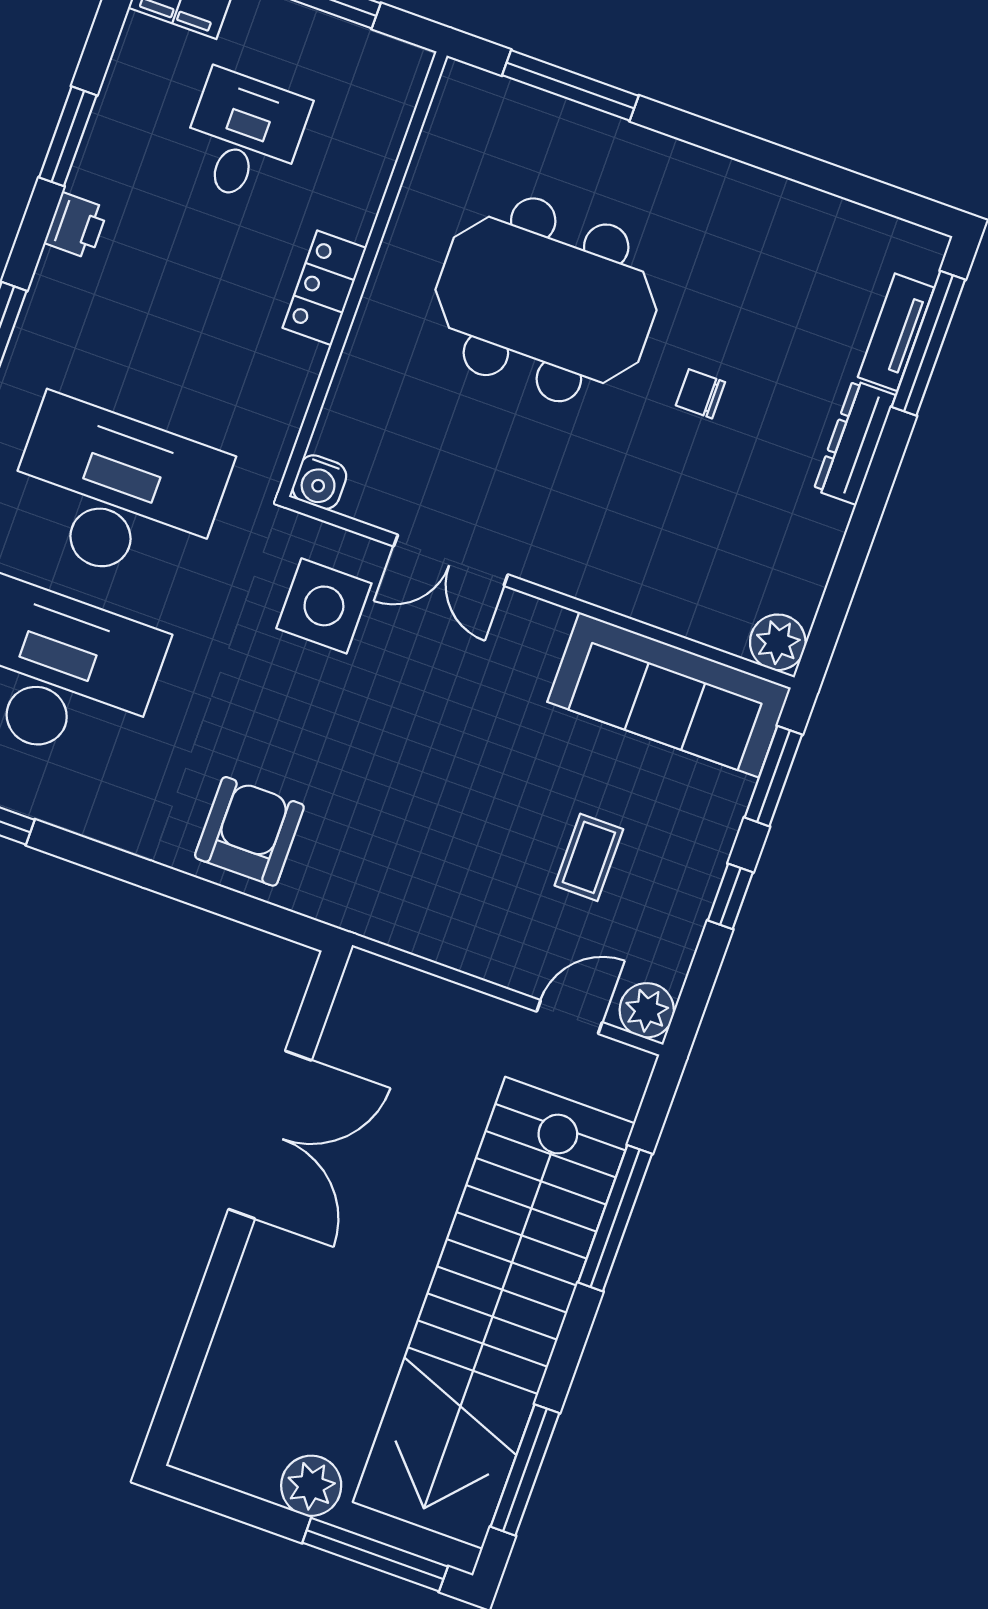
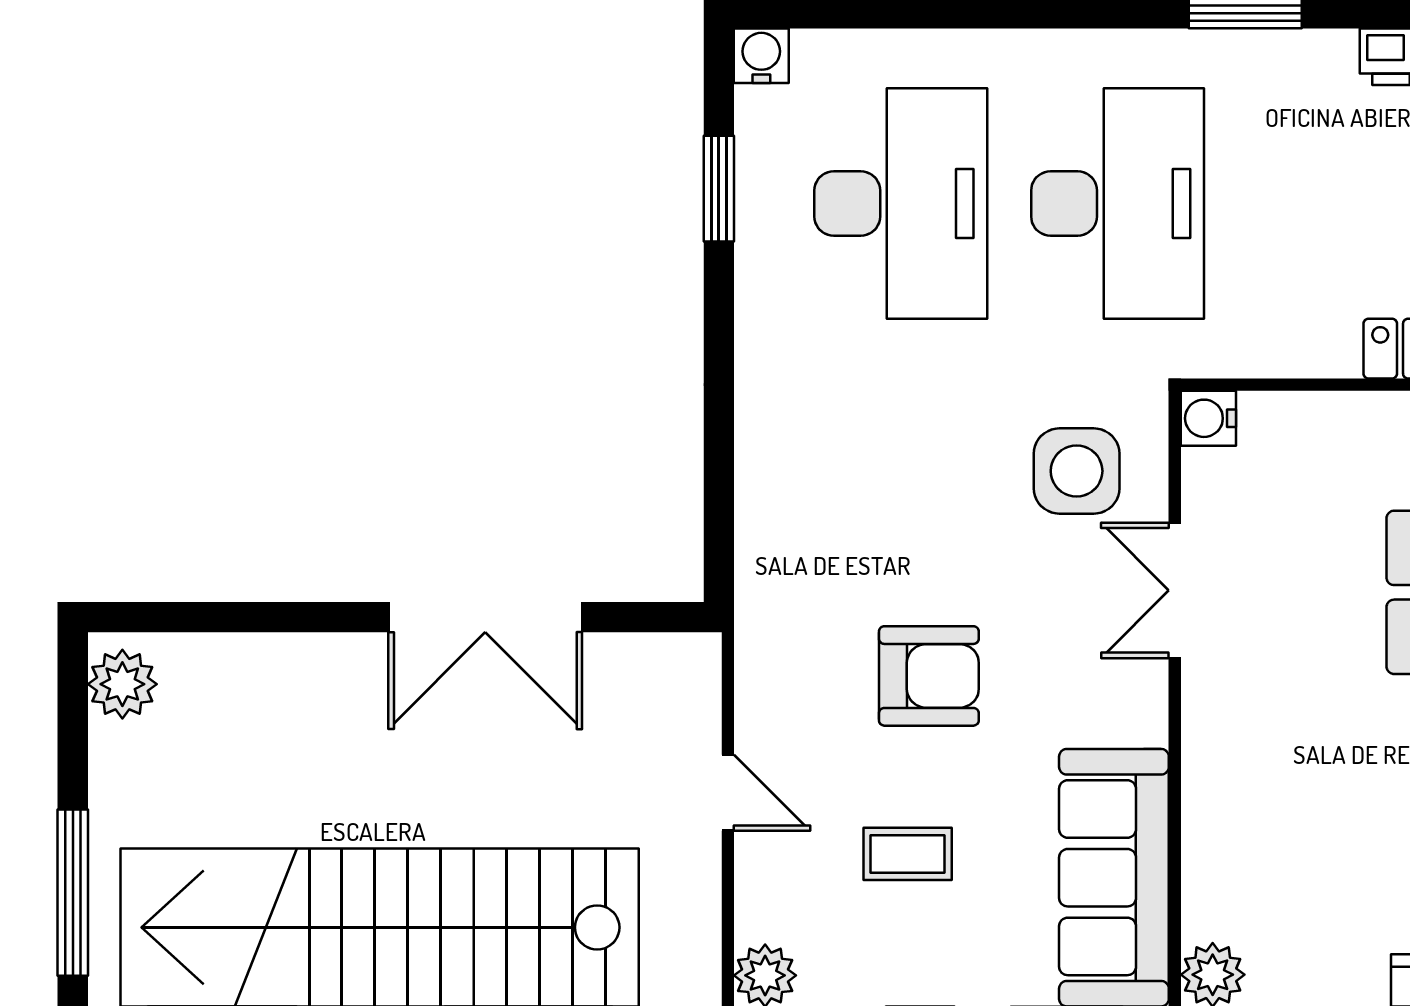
armchair: (249, 831) -> (929, 676), moved
door: (569, 1017) -> (728, 793), moved
plant: (311, 1486) -> (122, 684), moved

